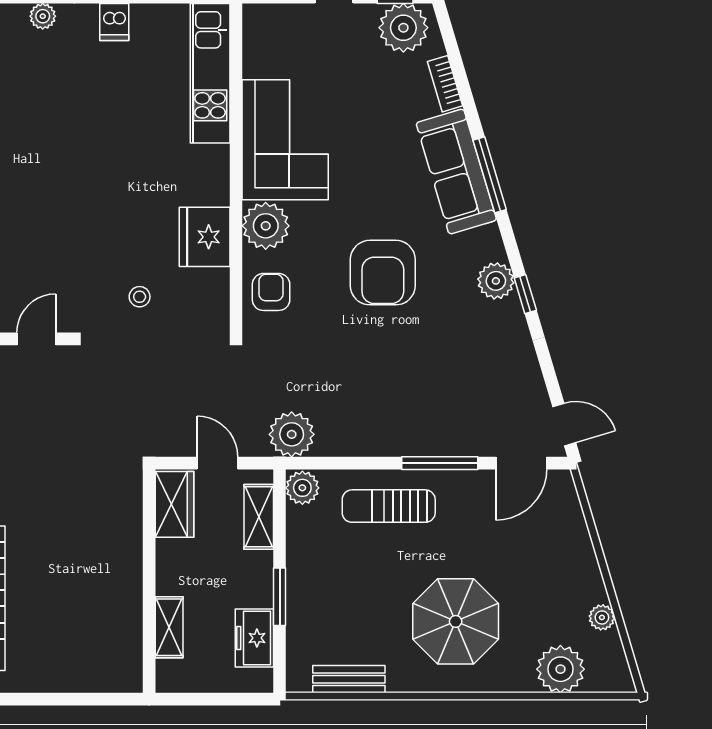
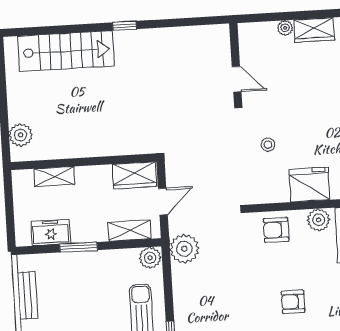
plant: (266, 226) -> (319, 220), width x0.73, depth x0.73
armchair: (383, 273) -> (293, 302), width x0.53, depth x0.53
armchair: (271, 292) -> (276, 230), turned 180
plant: (102, 675) -> (21, 135), added

